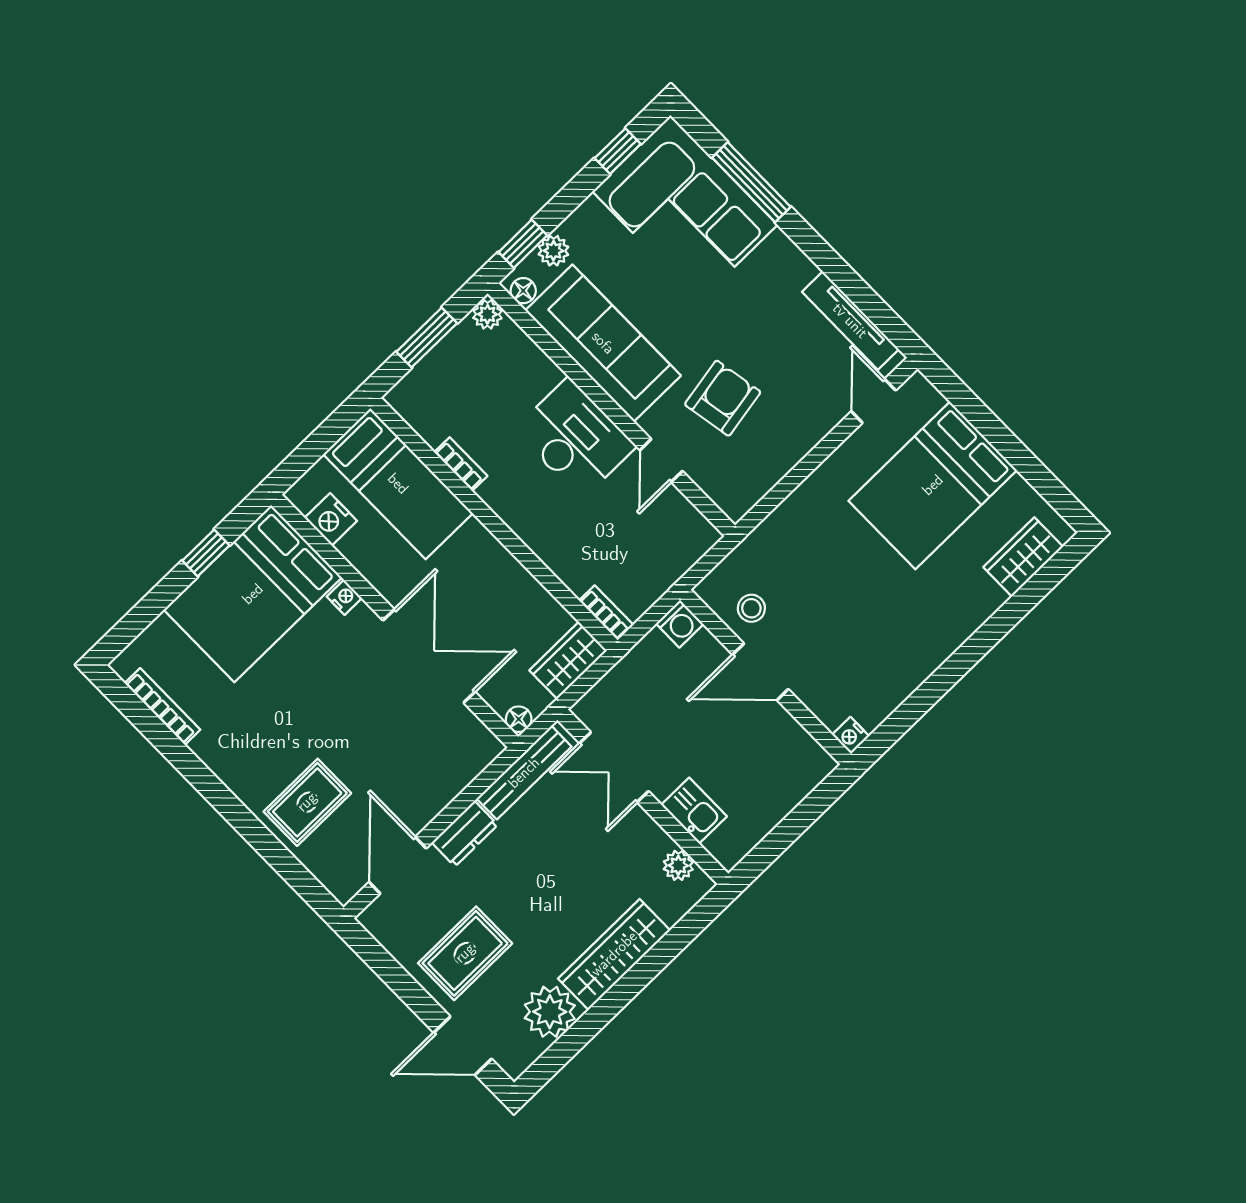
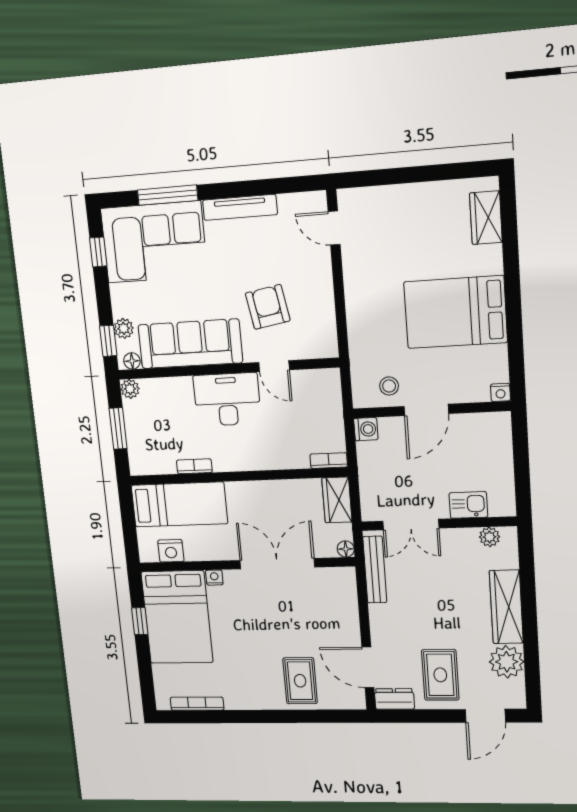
tv unit: (850, 321) -> (240, 207), moved
bed: (933, 485) -> (455, 312), moved, turned 90
dresser: (465, 834) -> (394, 699), moved, turned -90

